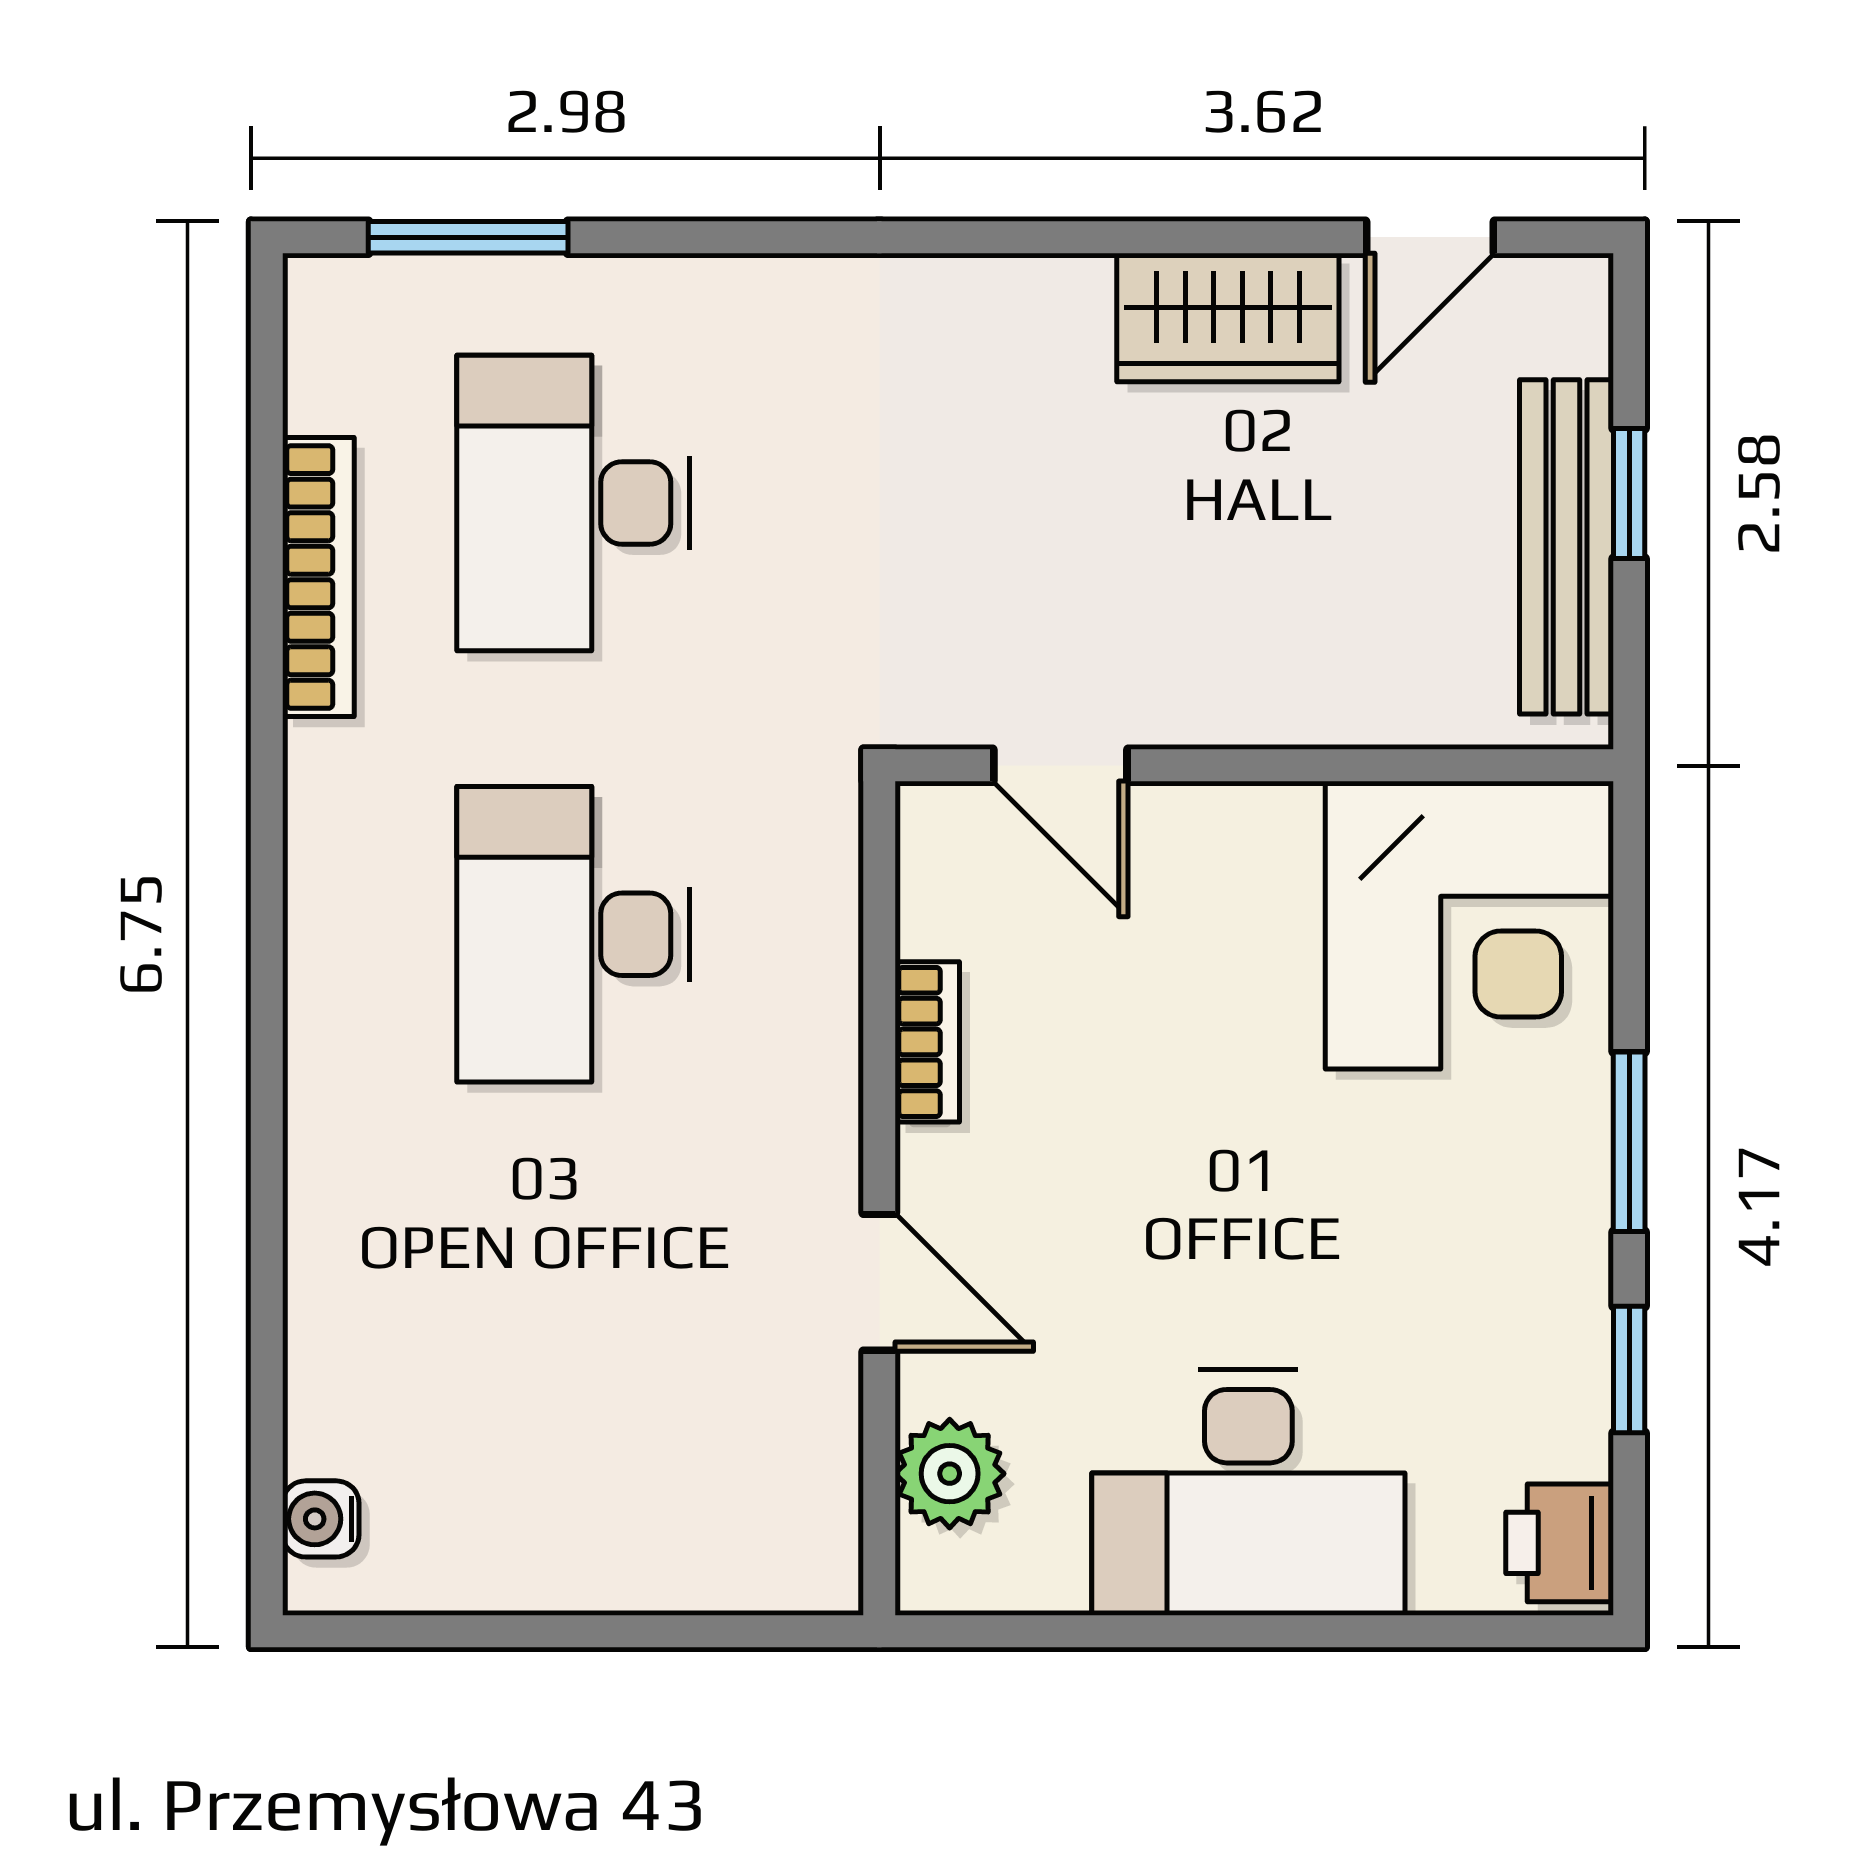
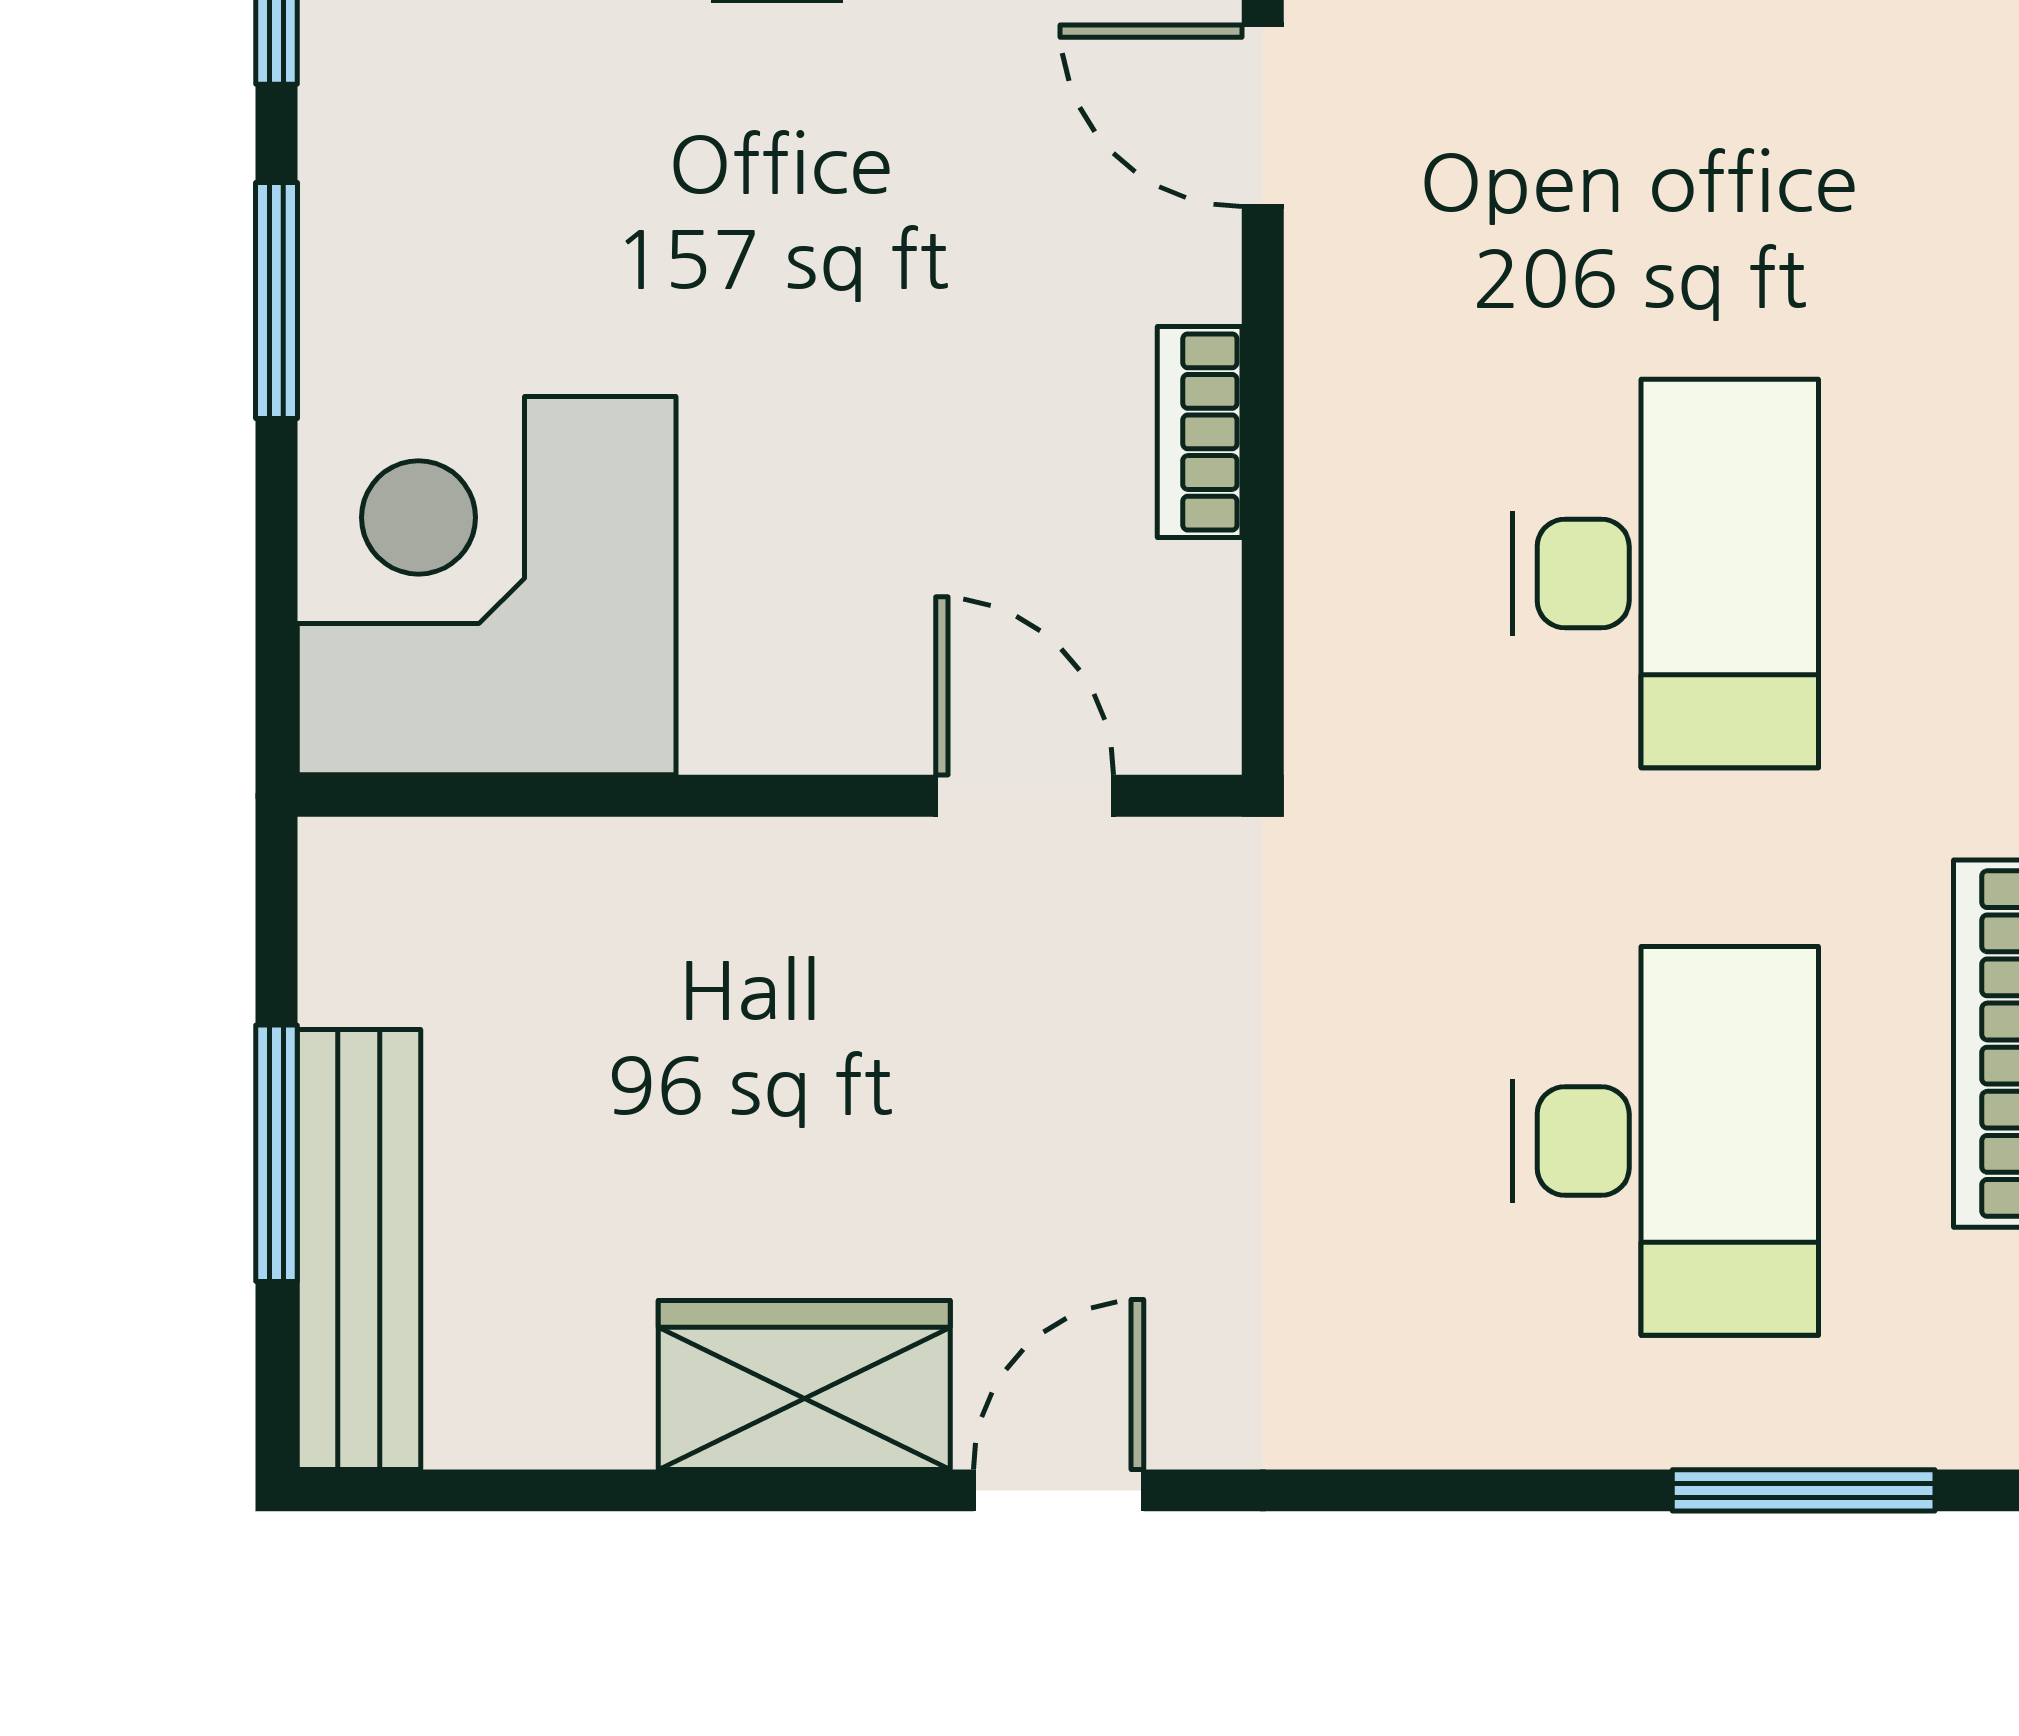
door: (1430, 237) -> (1059, 1490), moved
window: (1629, 494) -> (276, 1153), width x1.50
bench: (1566, 547) -> (359, 1249), moved

